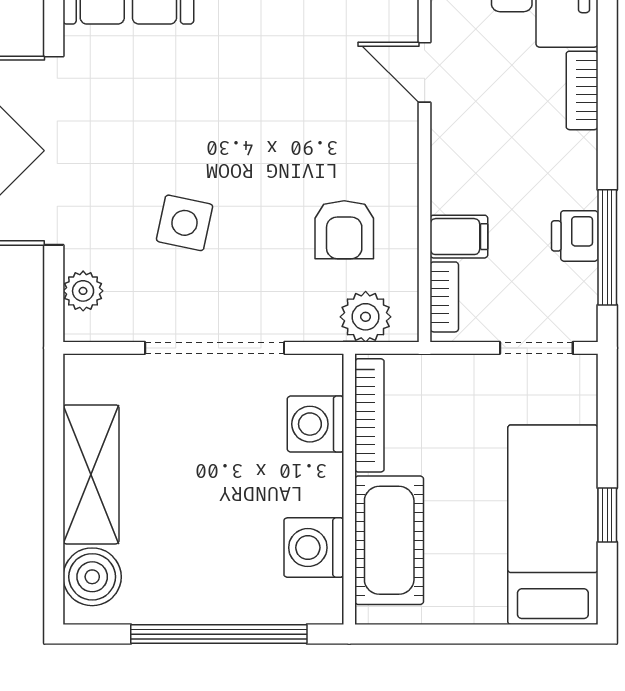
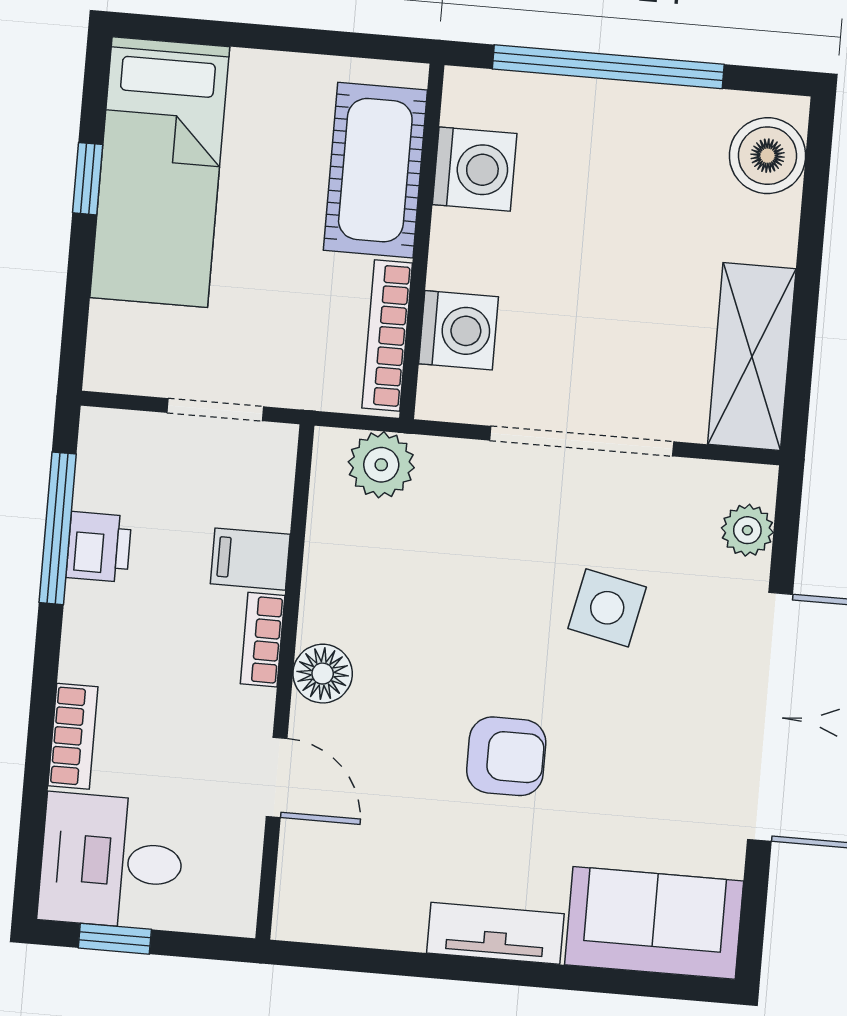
floor lamp: (396, 154) -> (323, 674), added
armchair: (344, 230) -> (506, 756), moved, turned 90
bookcase: (444, 297) -> (263, 640), moved
doorway: (536, 348) -> (215, 410), moved
shelving: (91, 474) -> (752, 357), moved

